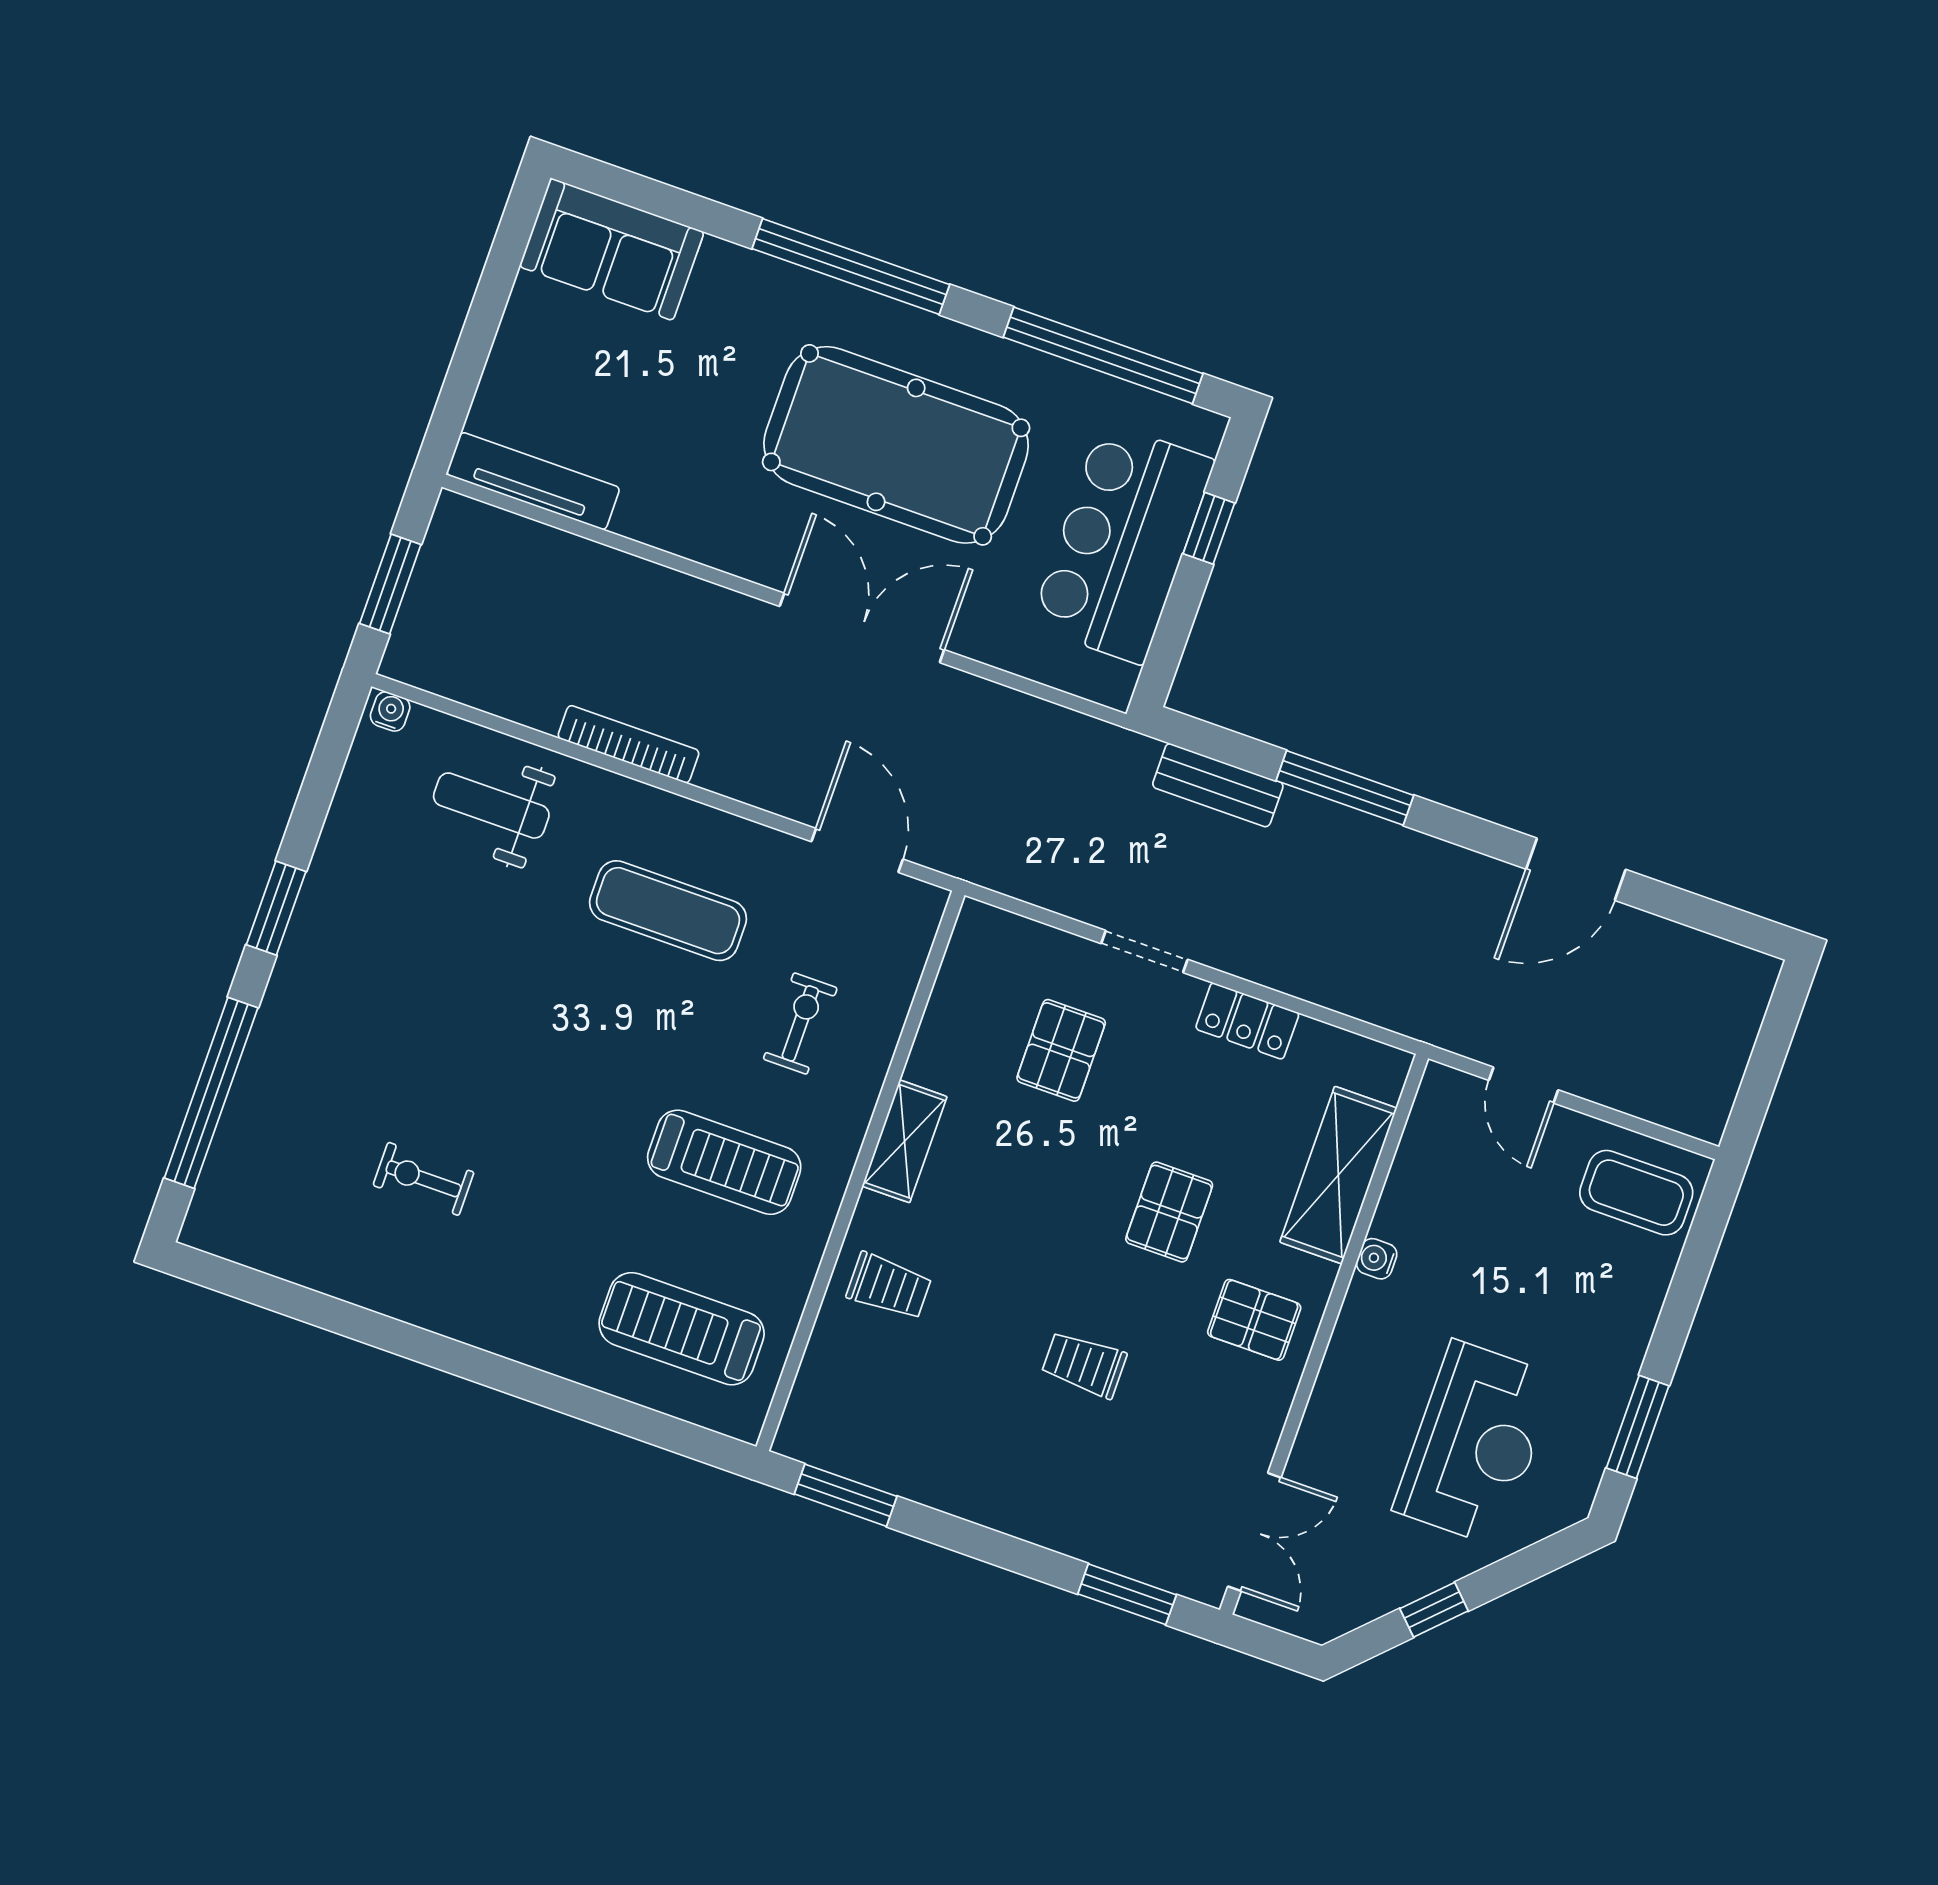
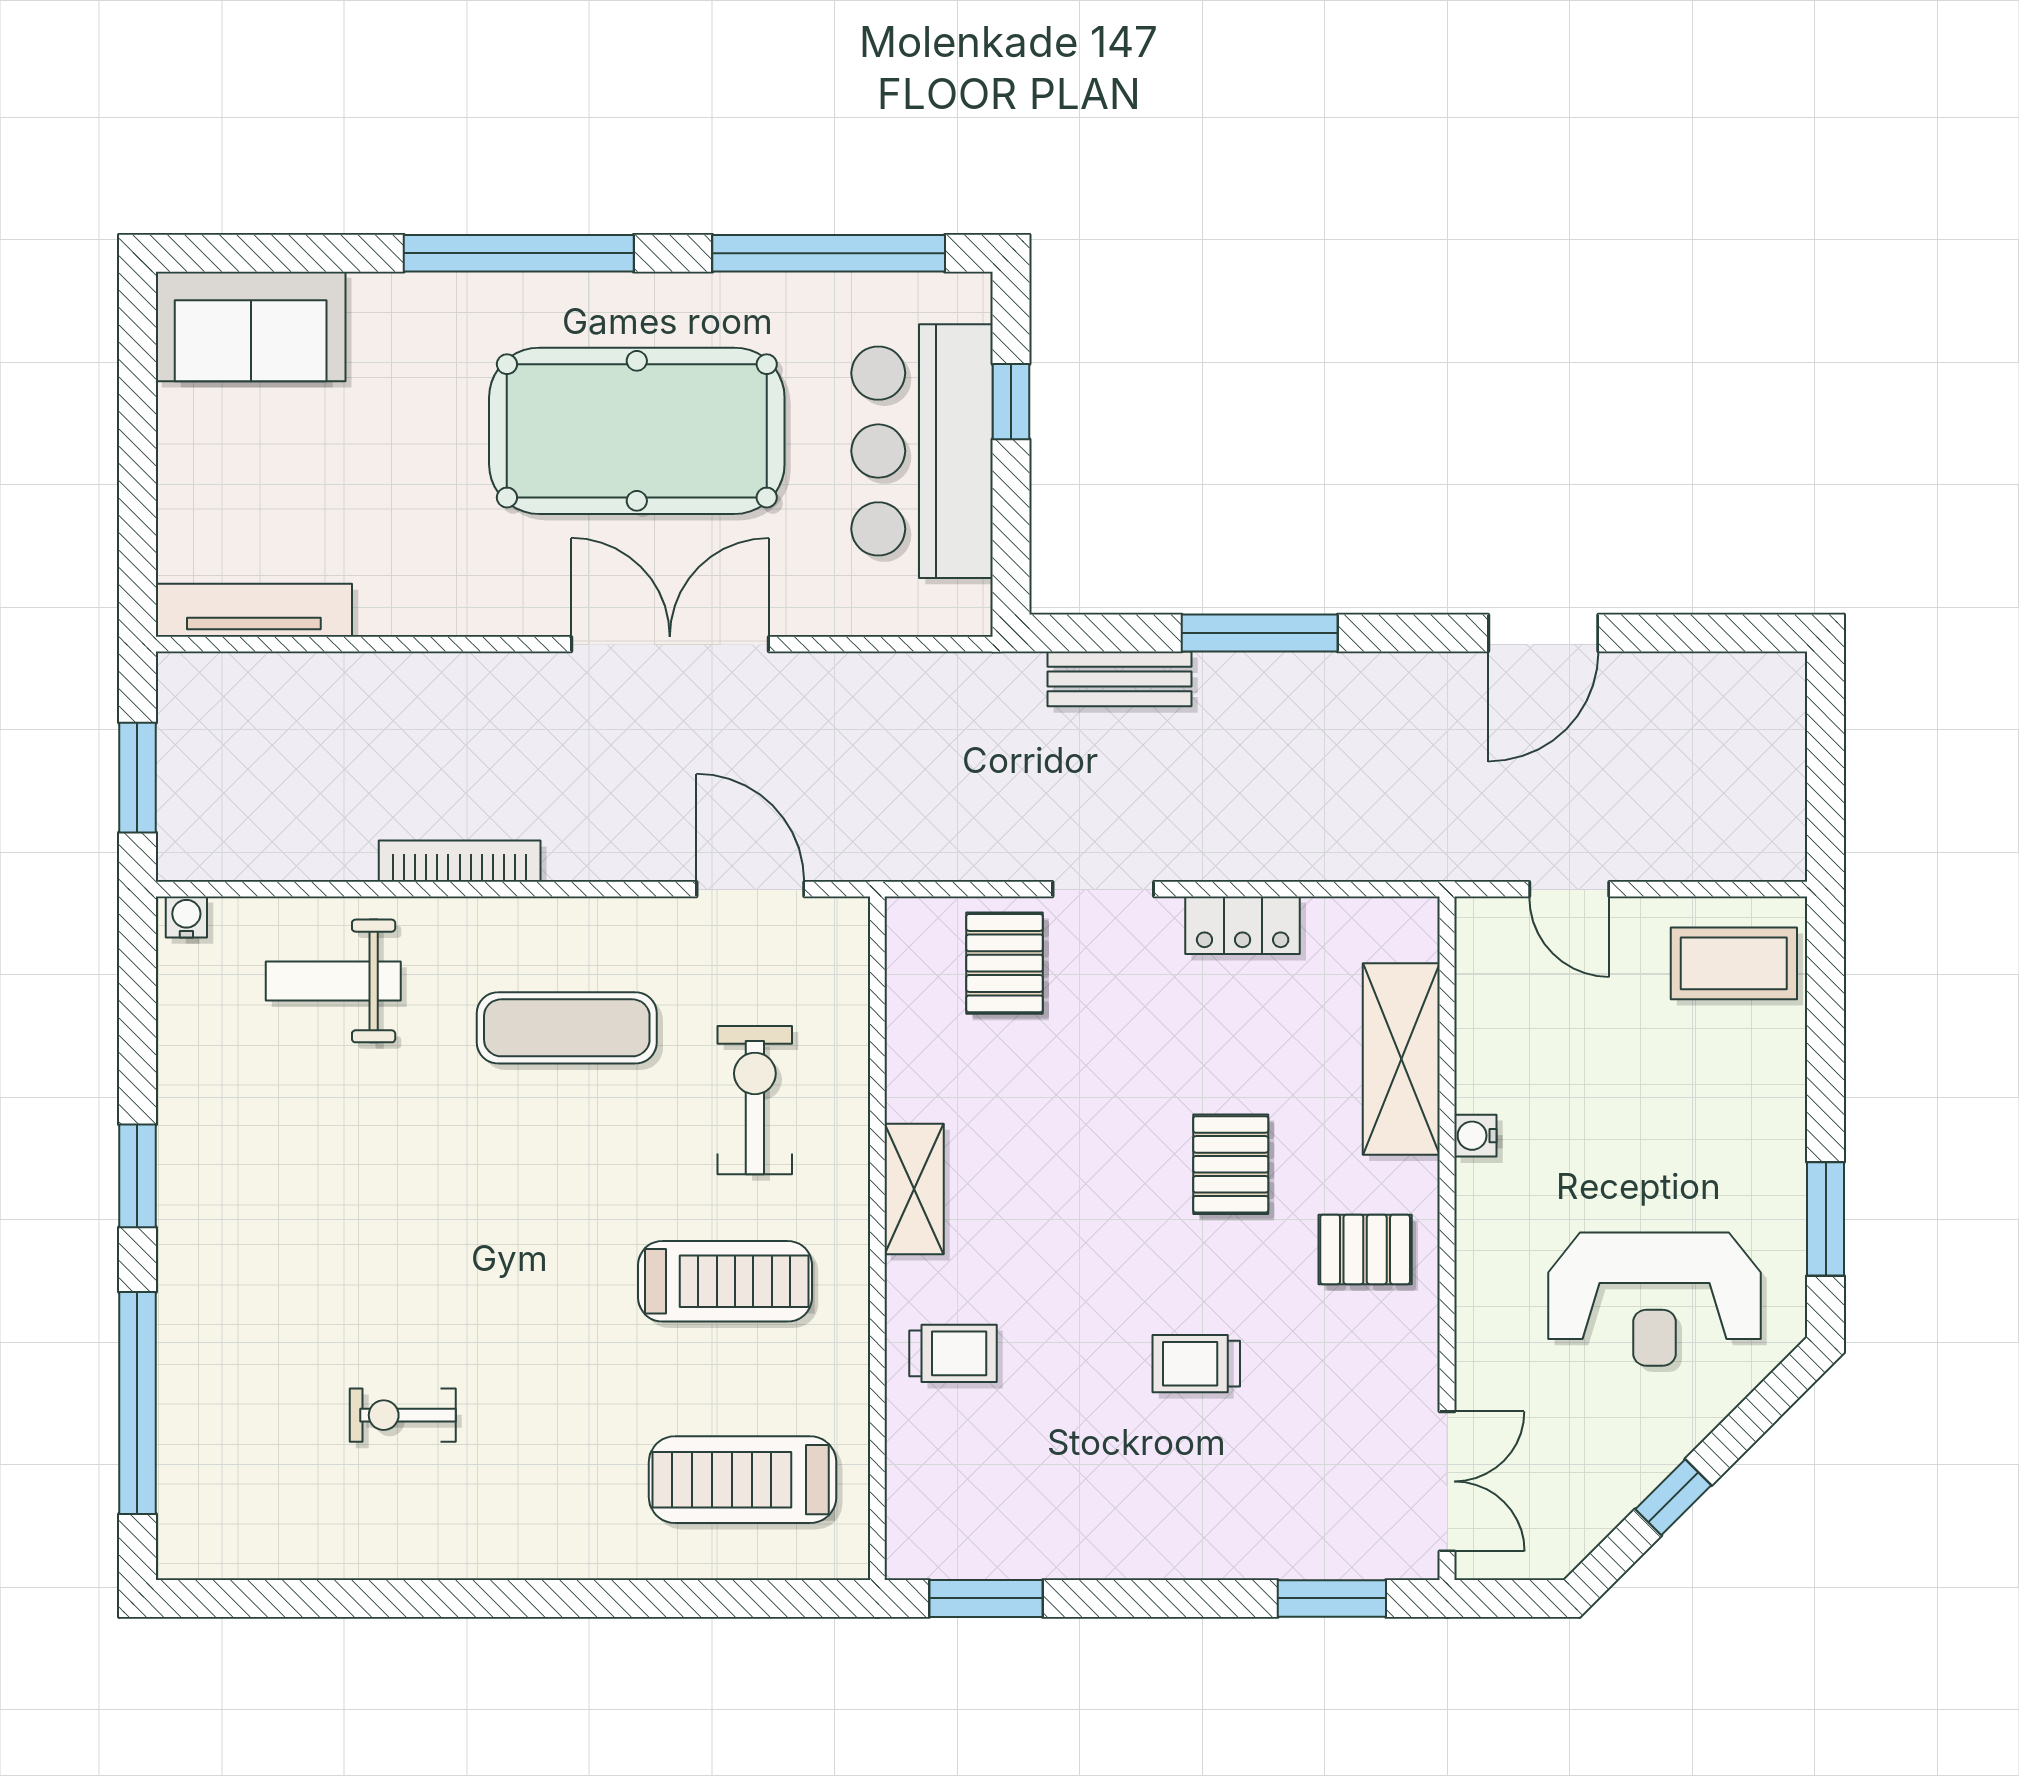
exercise bike: (800, 1023) -> (755, 1100), width x1.38, depth x1.39
pallet: (1061, 1050) -> (1005, 963), moved
reception desk: (1475, 1443) -> (1654, 1299), turned 90

